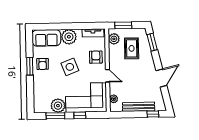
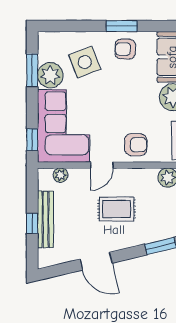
rug: (132, 48) -> (117, 209), moved
side table: (70, 67) -> (85, 62), moved
window: (153, 114) -> (32, 223), moved
window: (80, 115) -> (32, 140), moved

